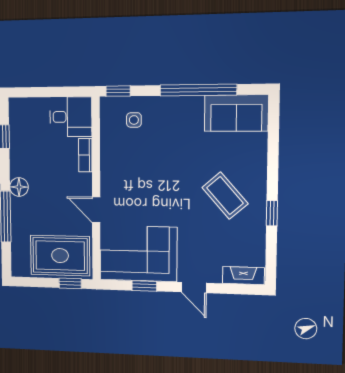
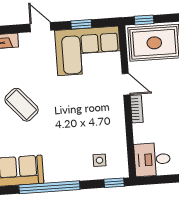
bookcase: (85, 155) -> (137, 109), moved

